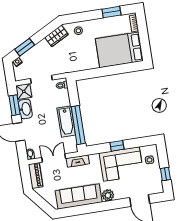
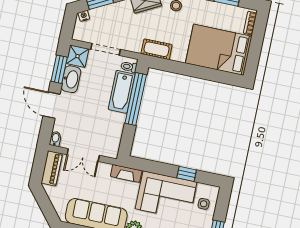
cot: (76, 66) -> (157, 49), added
bathtub: (66, 122) -> (122, 92), moved
window: (78, 125) -> (136, 99), moved
window: (117, 146) -> (187, 174), moved
double door: (54, 158) -> (83, 155), swing flipped
fireplace: (78, 161) -> (126, 173), moved

